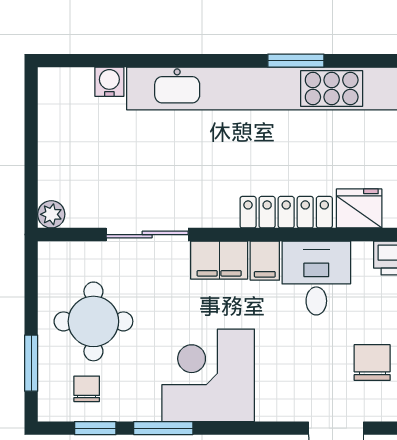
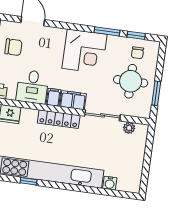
window: (296, 61) -> (28, 181), width x0.67
locker: (286, 212) -> (59, 119), moved
plant: (51, 214) -> (129, 128), moved
window: (31, 363) -> (156, 93), moved
chair: (372, 363) -> (13, 47), turned -90

